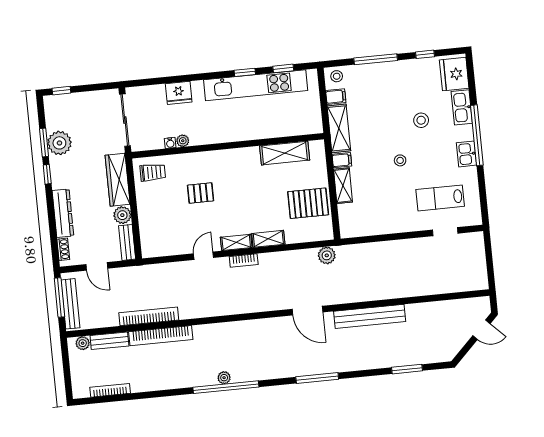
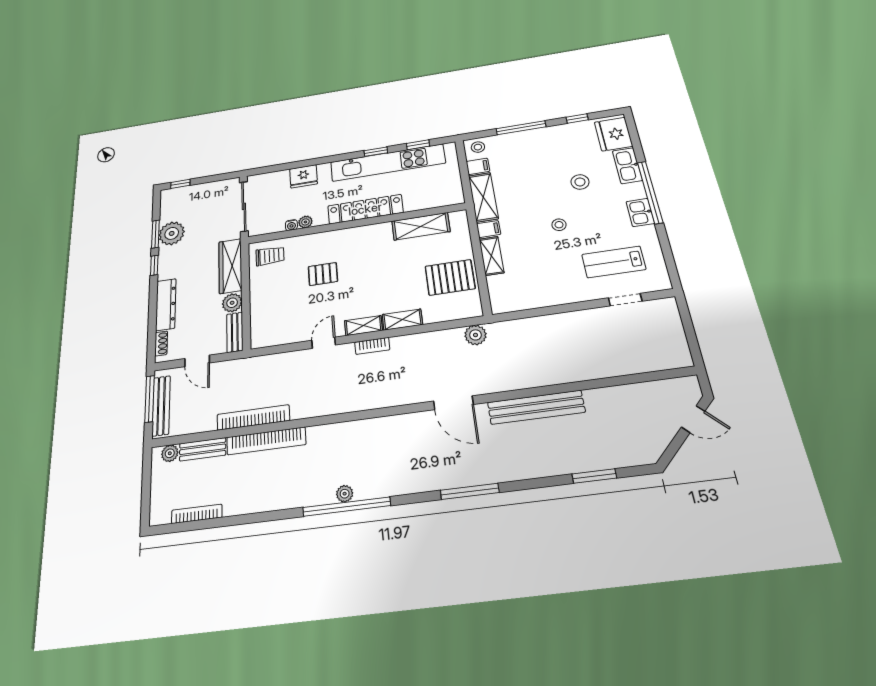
locker: (236, 132) -> (365, 209), added

